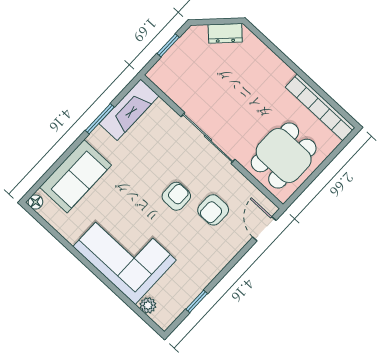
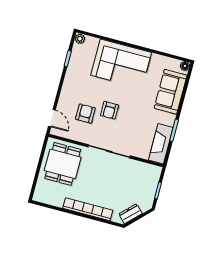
bookcase: (320, 107) -> (88, 209), moved
plant: (148, 305) -> (80, 39), moved

